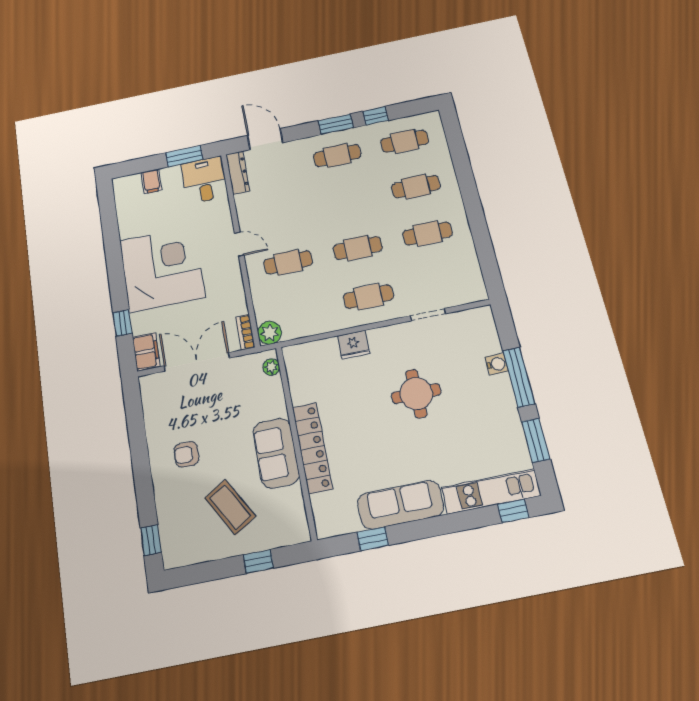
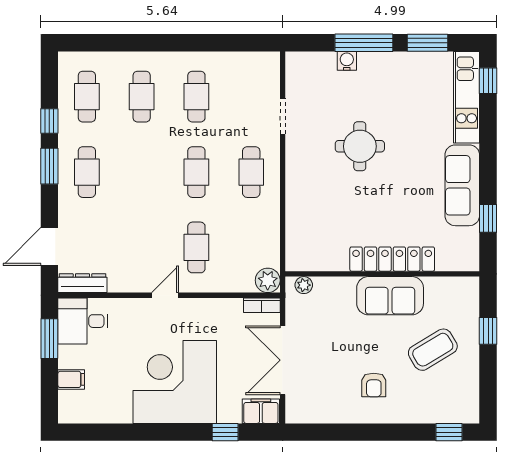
fridge: (353, 345) -> (298, 198), removed

